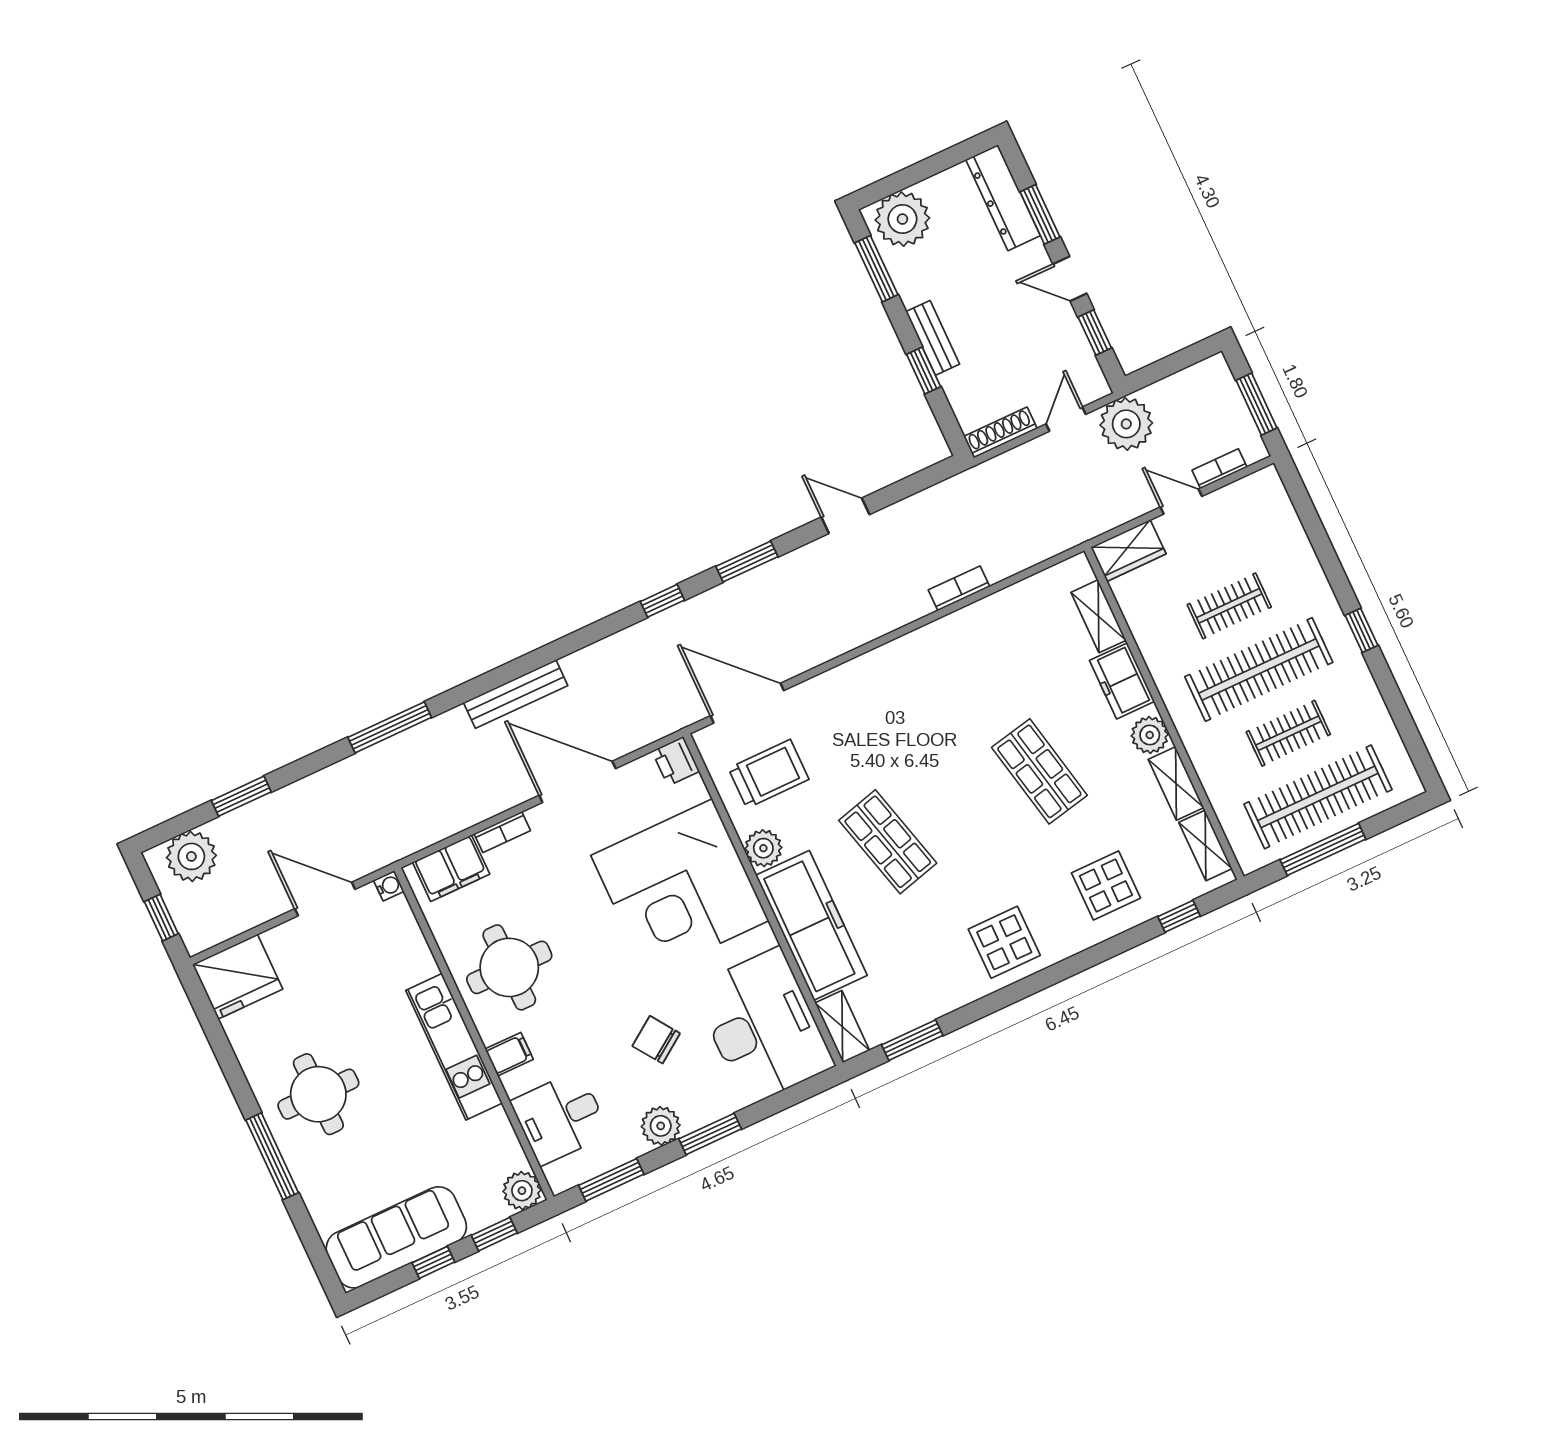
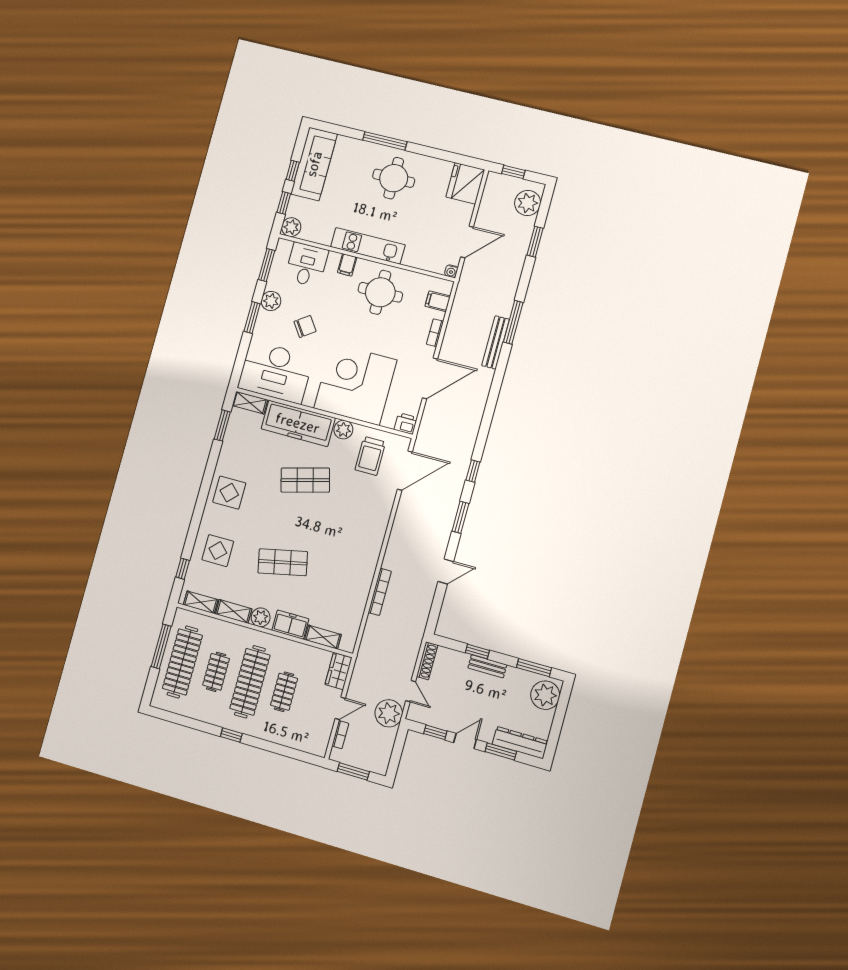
bookcase: (959, 588) -> (380, 592), width x1.56
bench: (516, 694) -> (496, 342), moved
filing cabinet: (451, 868) -> (438, 301), width x0.50

